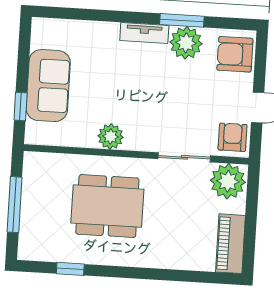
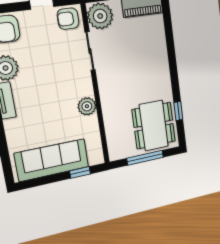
sofa: (48, 86) -> (52, 160), width x1.36
dining table: (107, 206) -> (154, 126), moved

